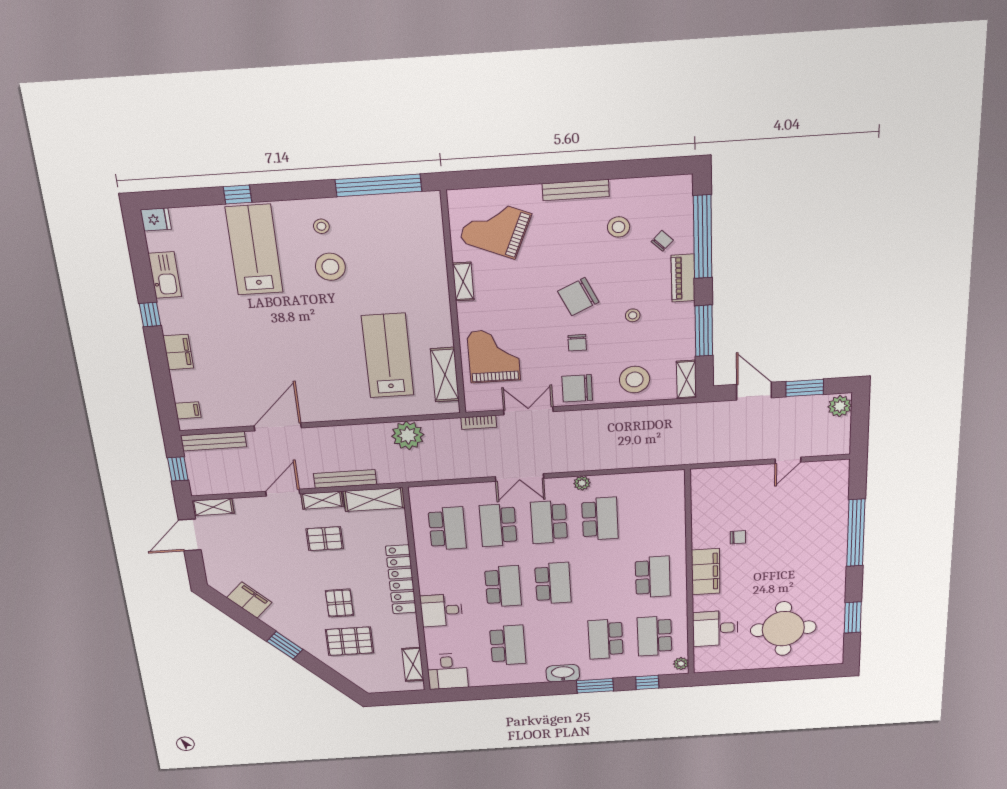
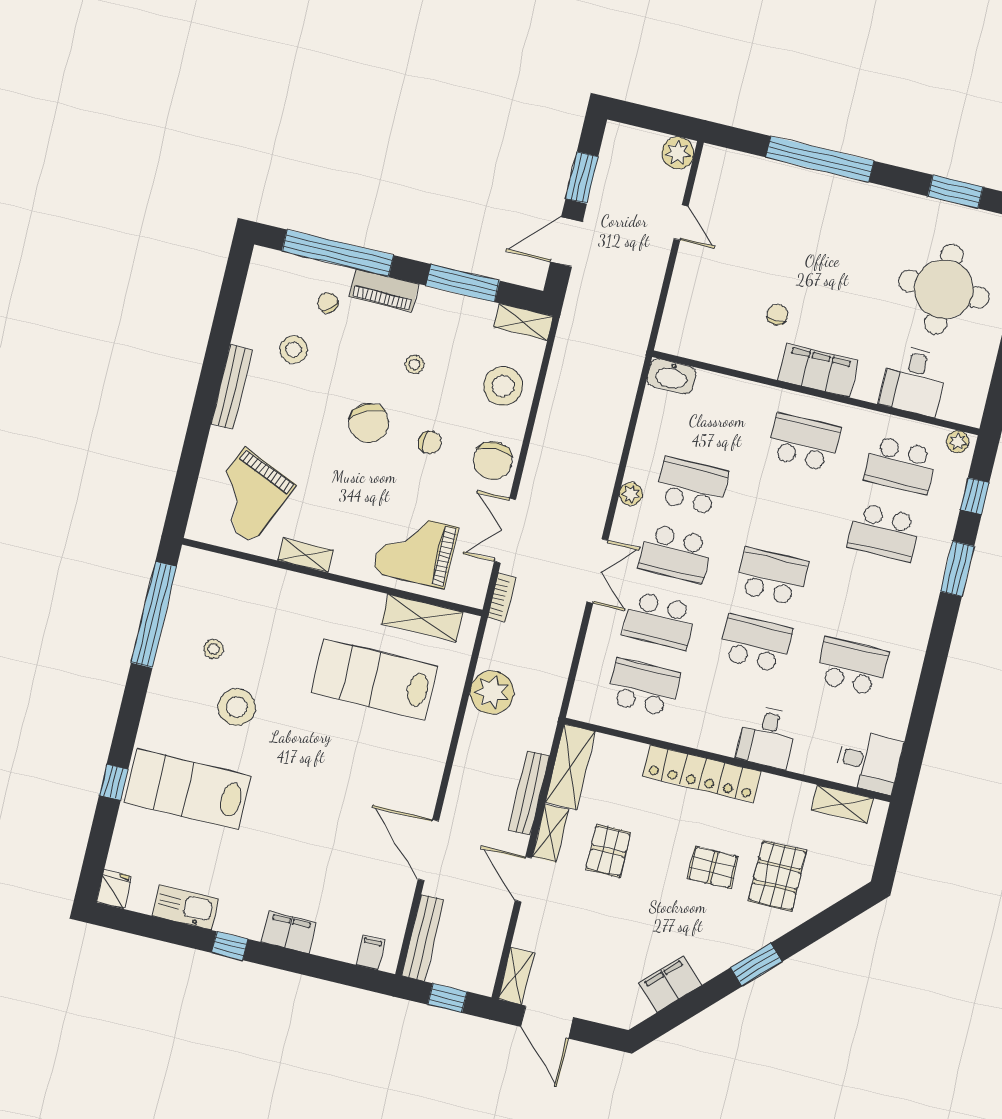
stool: (321, 226) -> (213, 649), moved
plant: (840, 406) -> (678, 153), moved
washbasin: (563, 673) -> (672, 376), moved, turned -90

